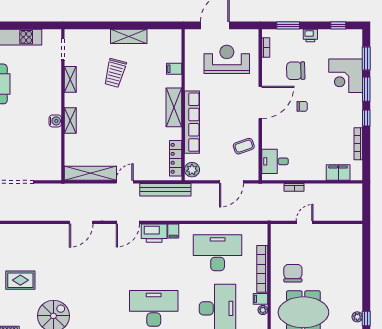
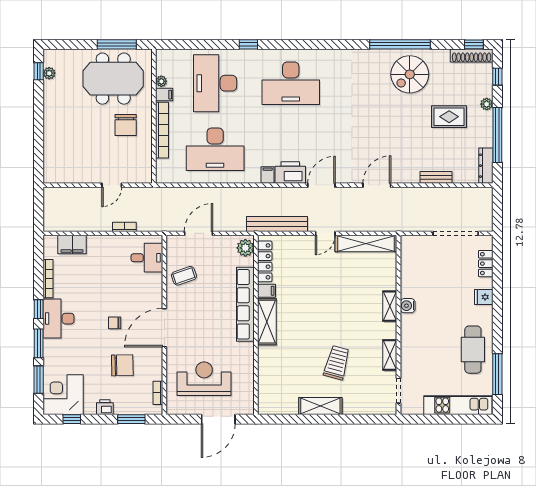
reception desk: (227, 59) -> (204, 379), turned 180
filing cabinet: (174, 69) -> (267, 291), moved
corner desk: (346, 76) -> (63, 395), moved, turned -90
desk: (349, 110) -> (58, 319), added
bench: (31, 229) -> (436, 177), added

